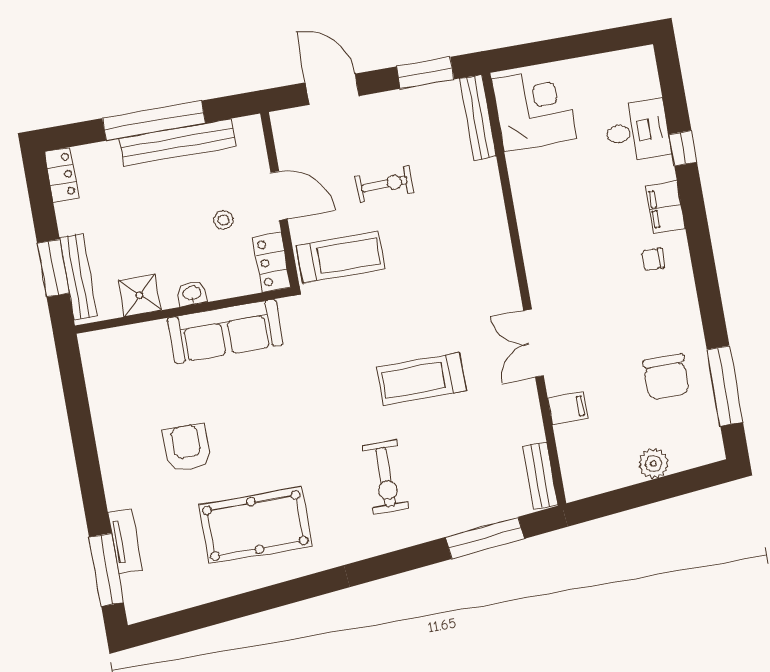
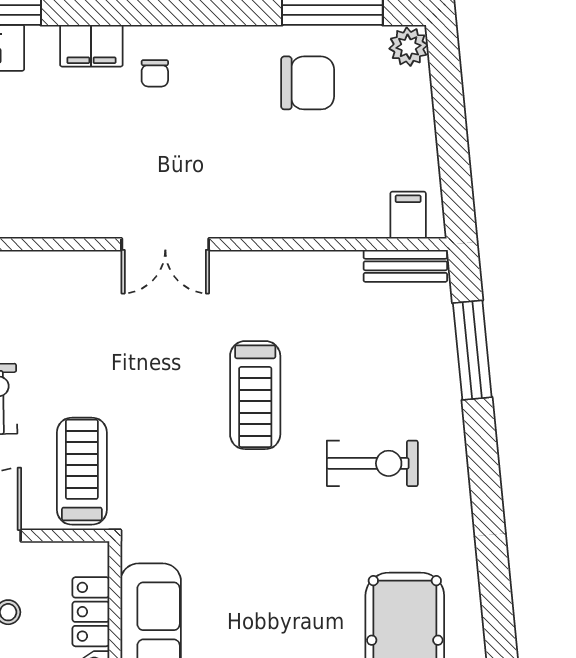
locker: (272, 262) -> (91, 612), moved, turned 90
double door: (534, 343) -> (165, 244), moved
filing cabinet: (568, 408) -> (408, 215), moved
plant: (653, 464) -> (408, 47), moved

